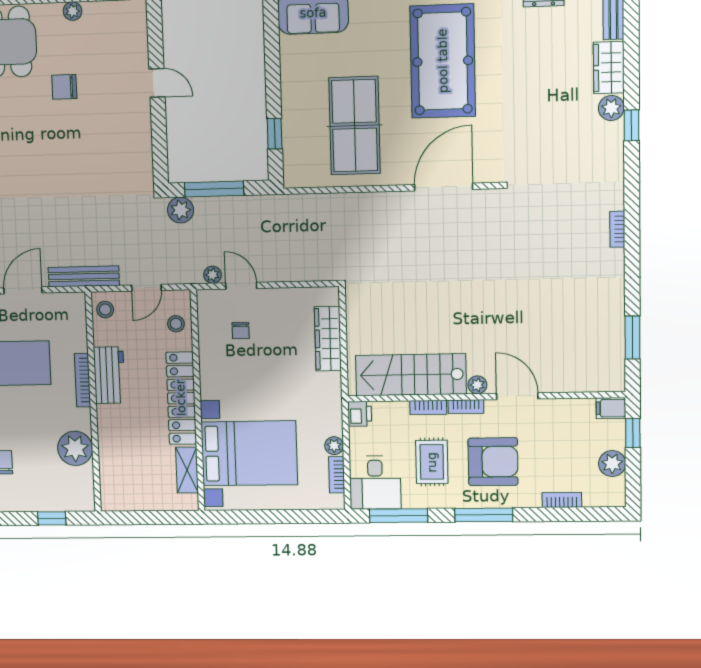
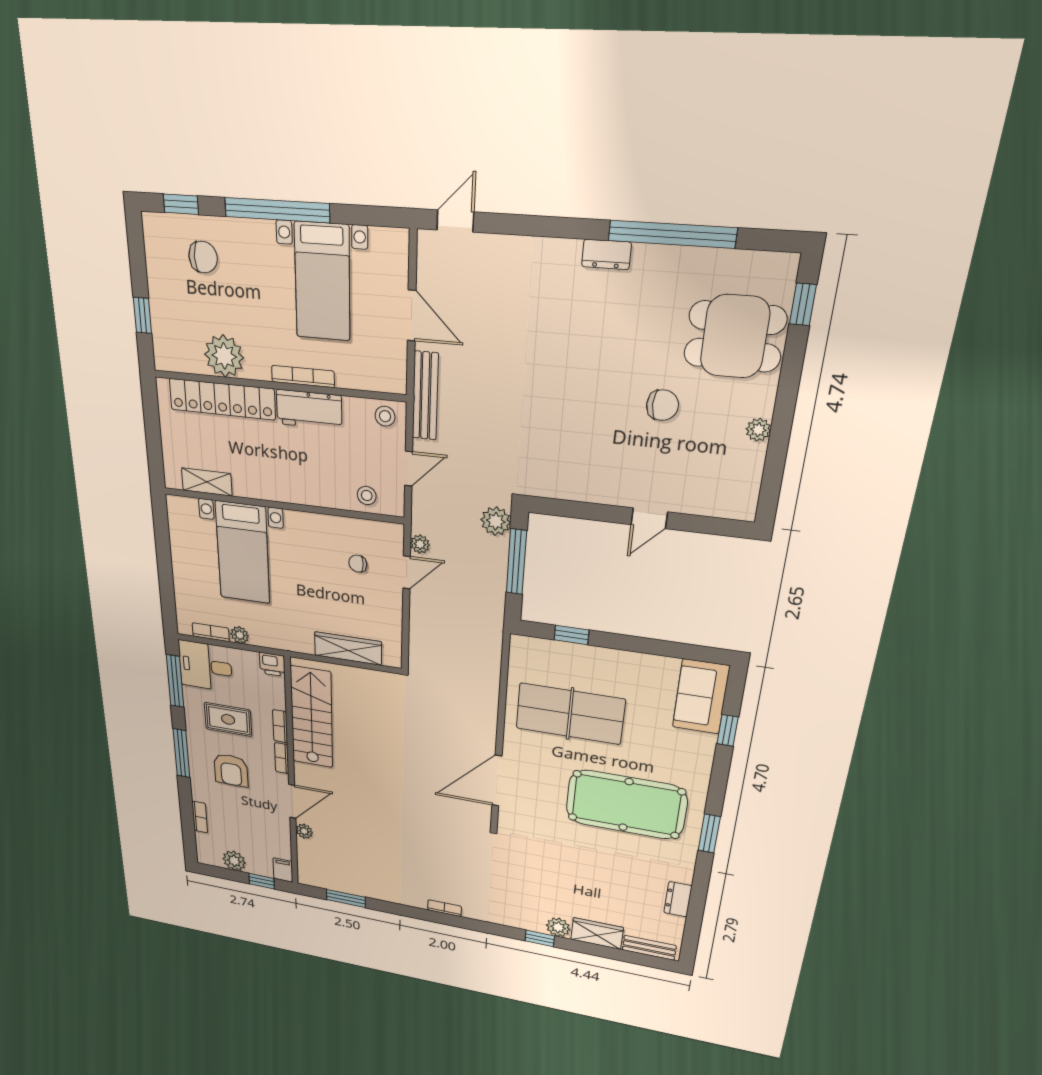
chair: (64, 87) -> (662, 405), turned 90
door: (444, 187) -> (497, 781), swing flipped
door: (146, 288) -> (409, 469), swing flipped
plant: (477, 385) -> (304, 831), moved
locker: (181, 398) -> (222, 399), moved, turned 180
bed with nightstands: (249, 453) -> (243, 553), width x0.73
armchair: (493, 462) -> (231, 770), width x0.73, depth x0.73

